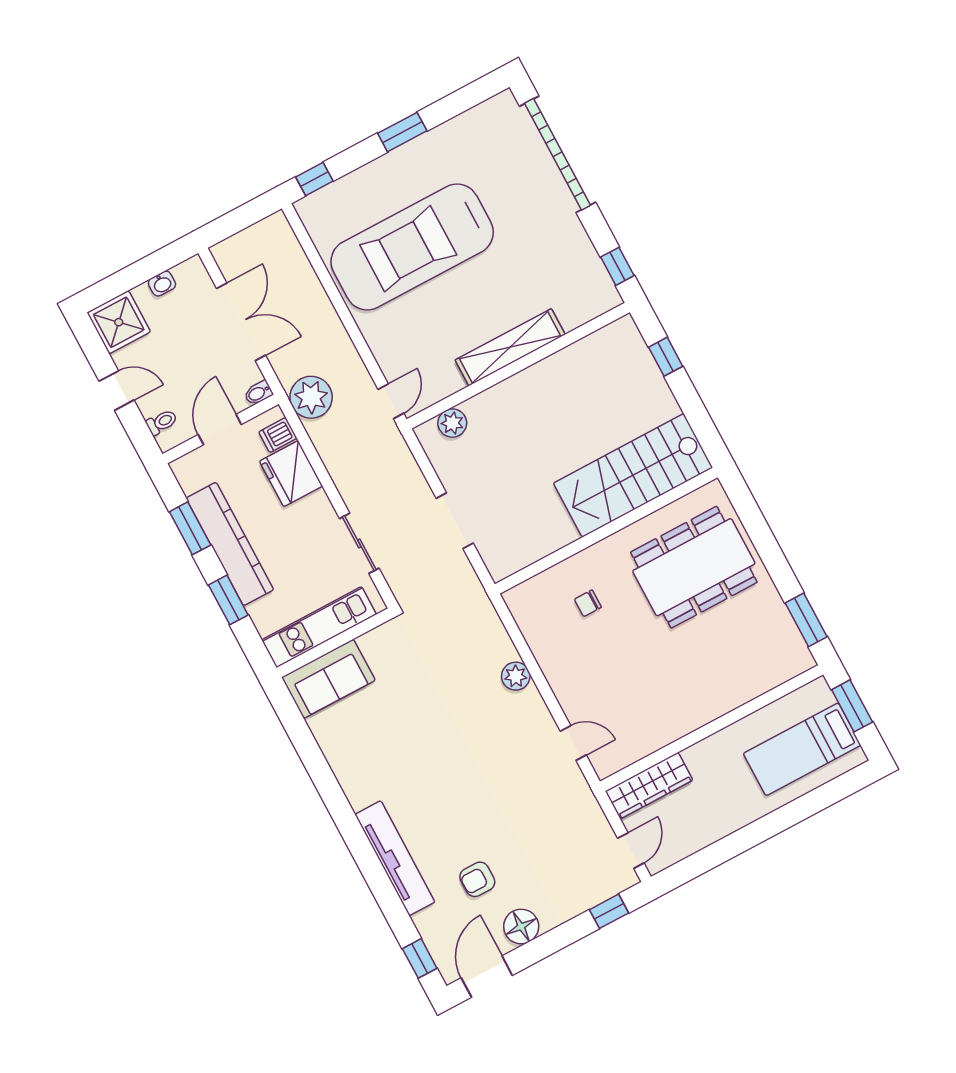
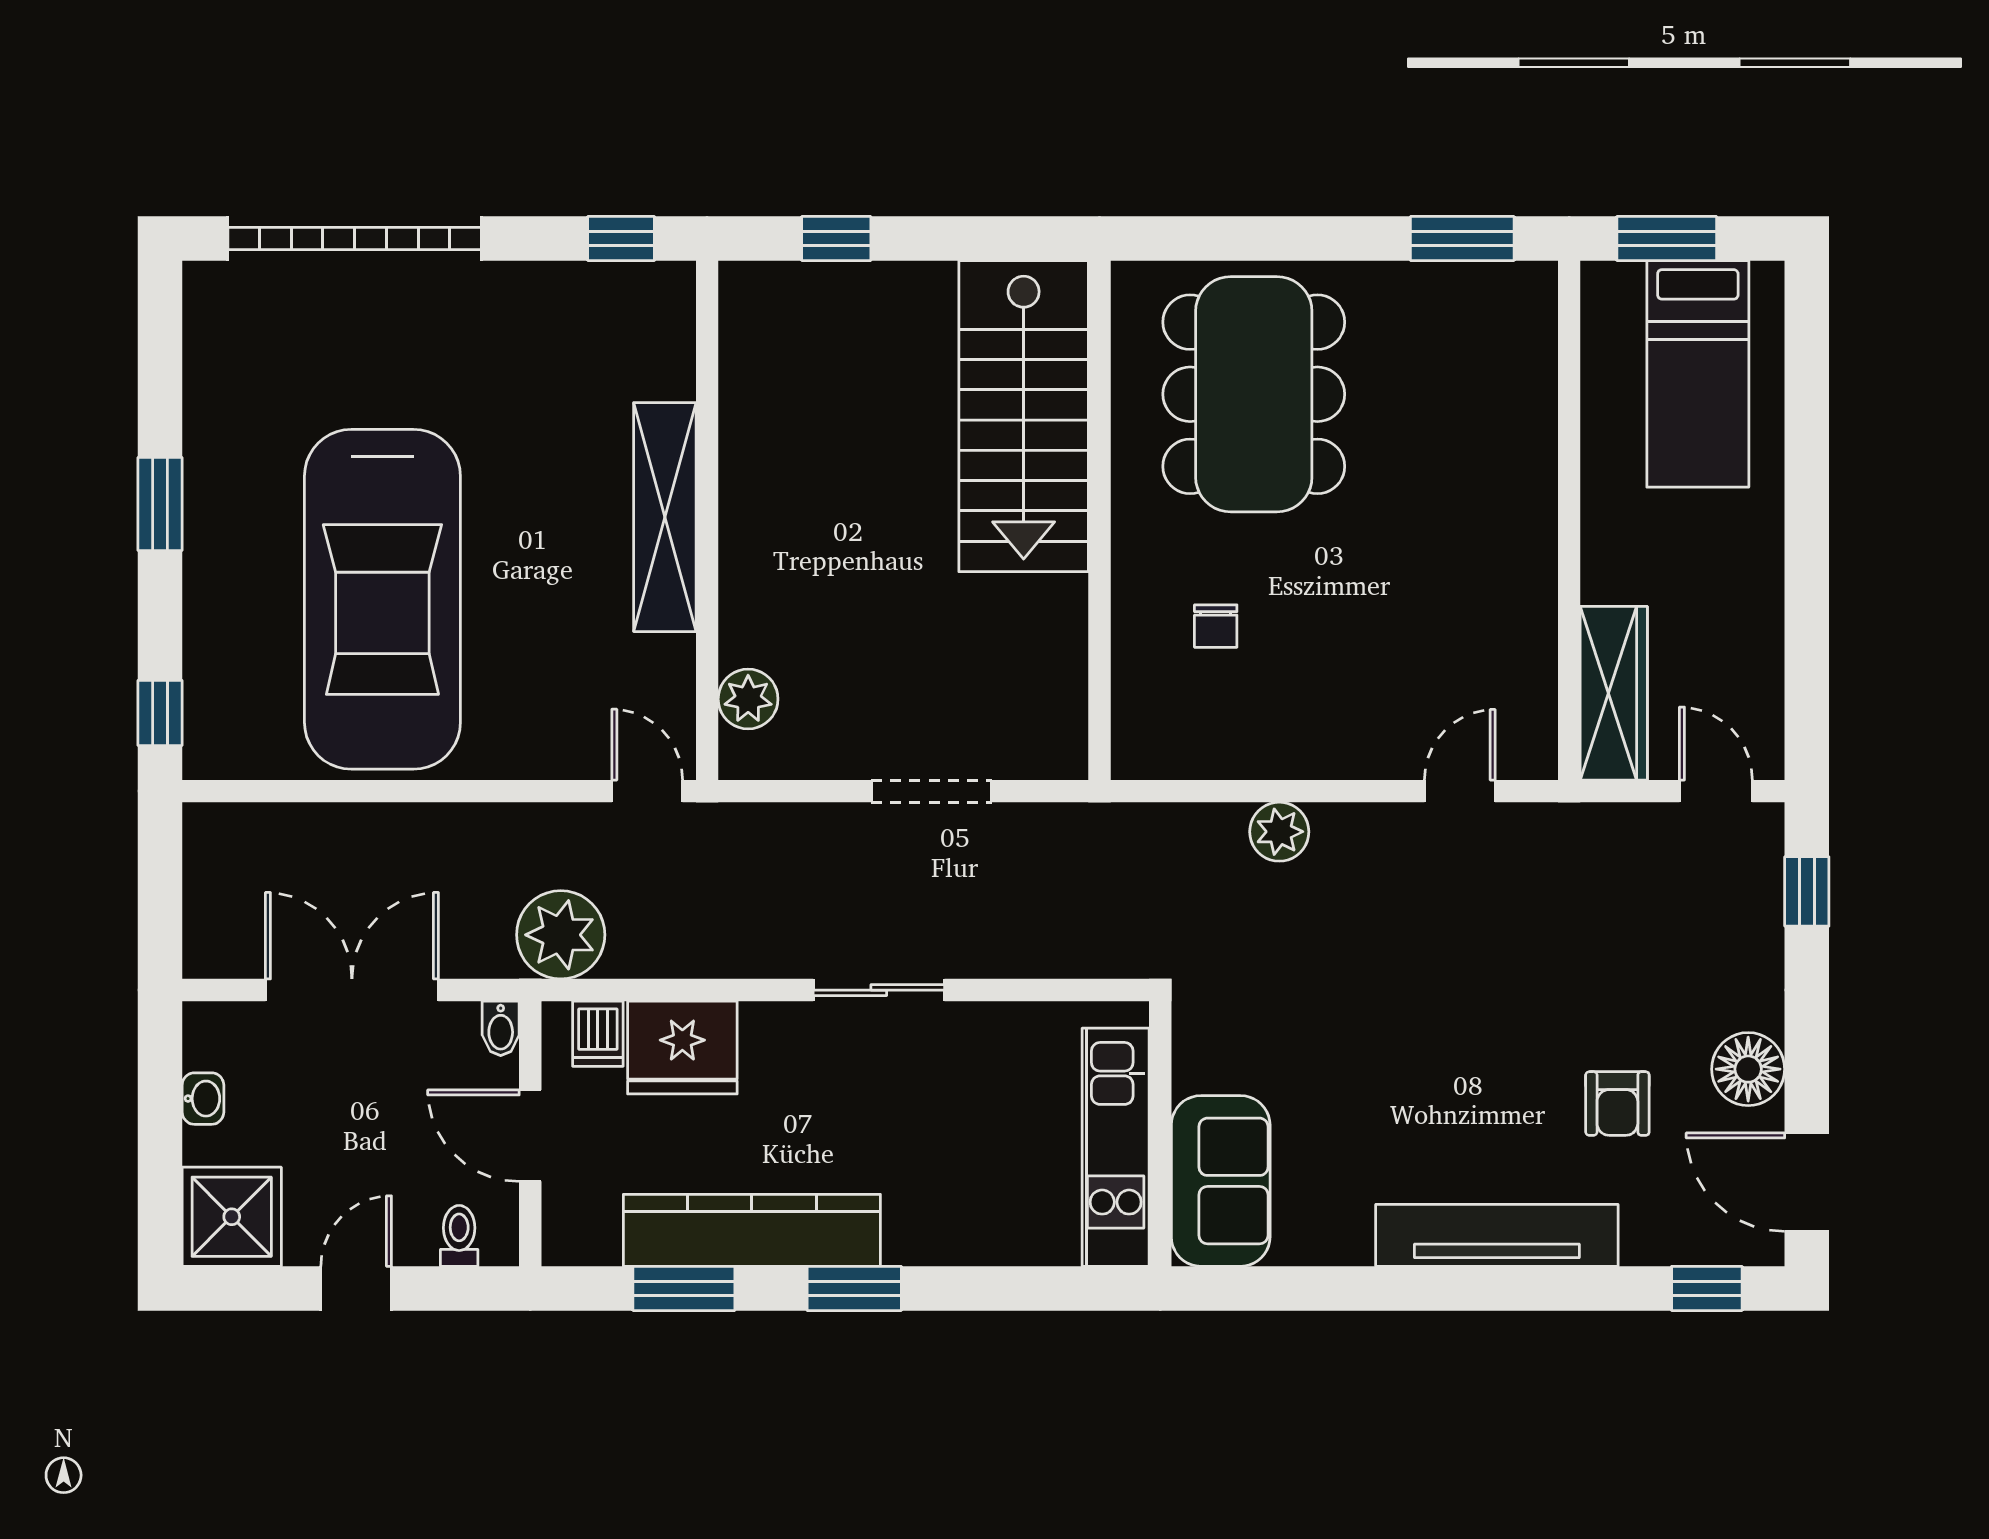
kitchen unit: (319, 627) -> (1116, 1147), moved
wall: (335, 643) -> (1160, 1134), moved
sofa: (328, 679) -> (1221, 1181), moved

